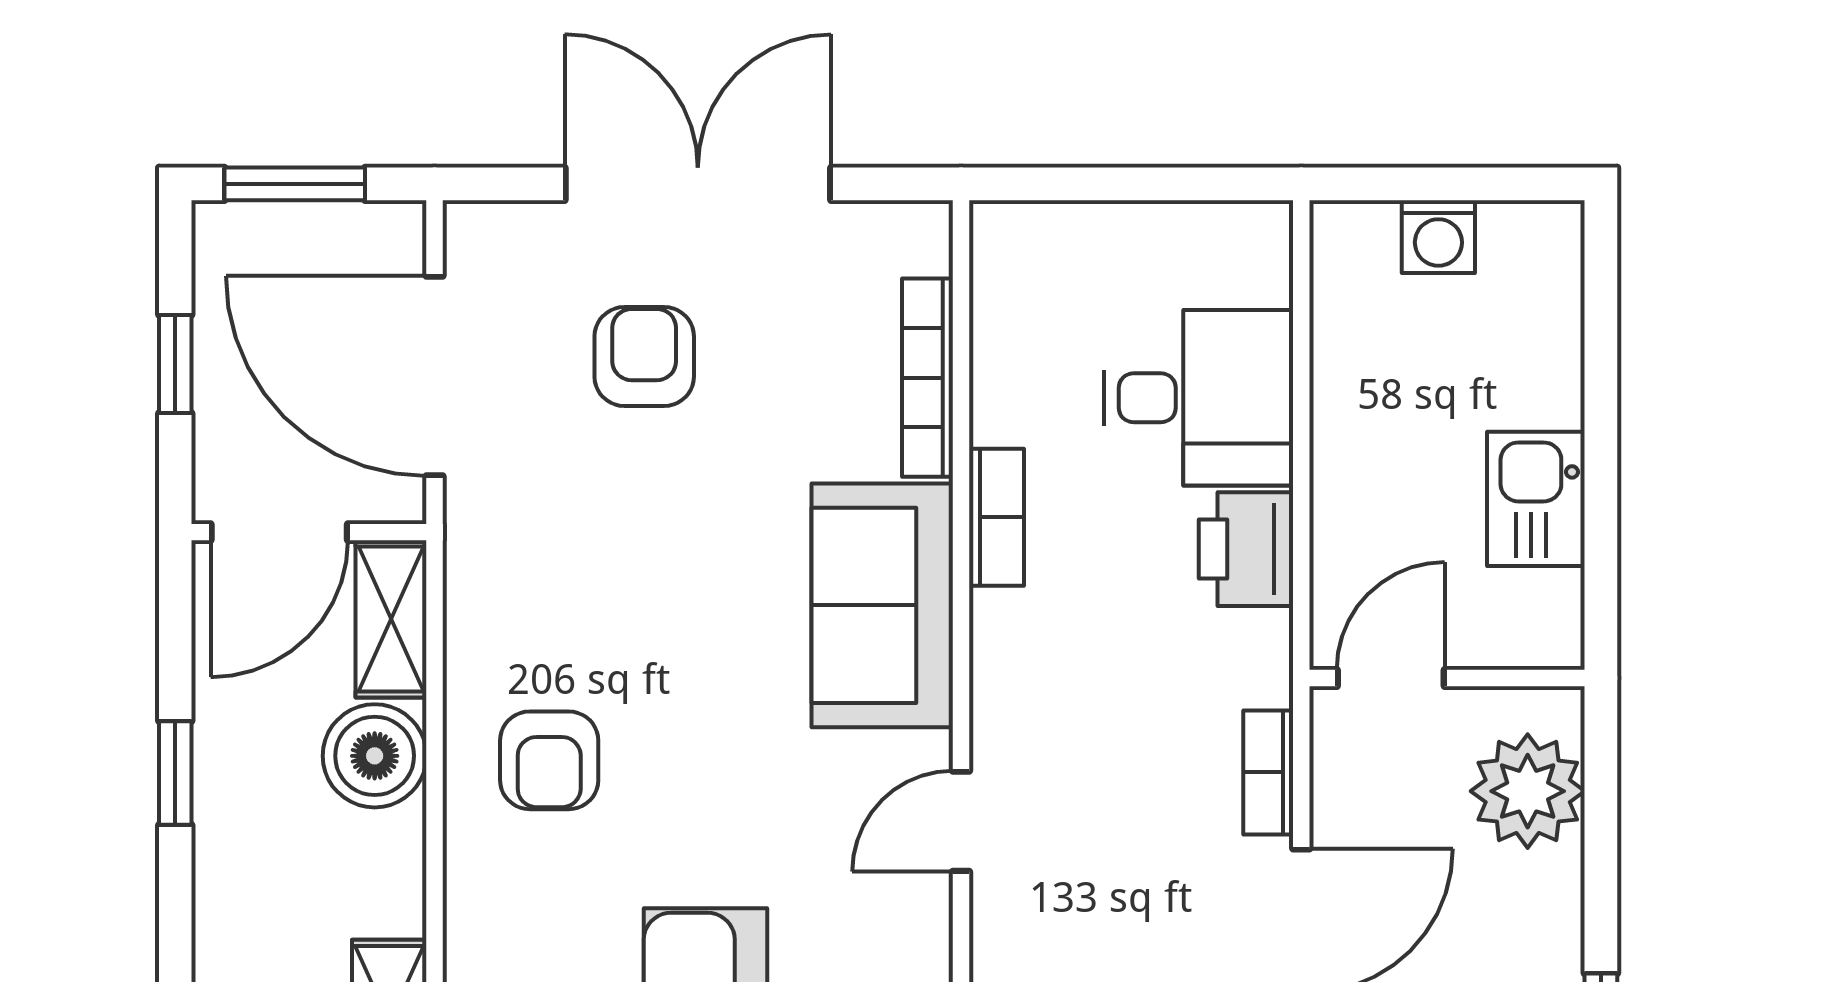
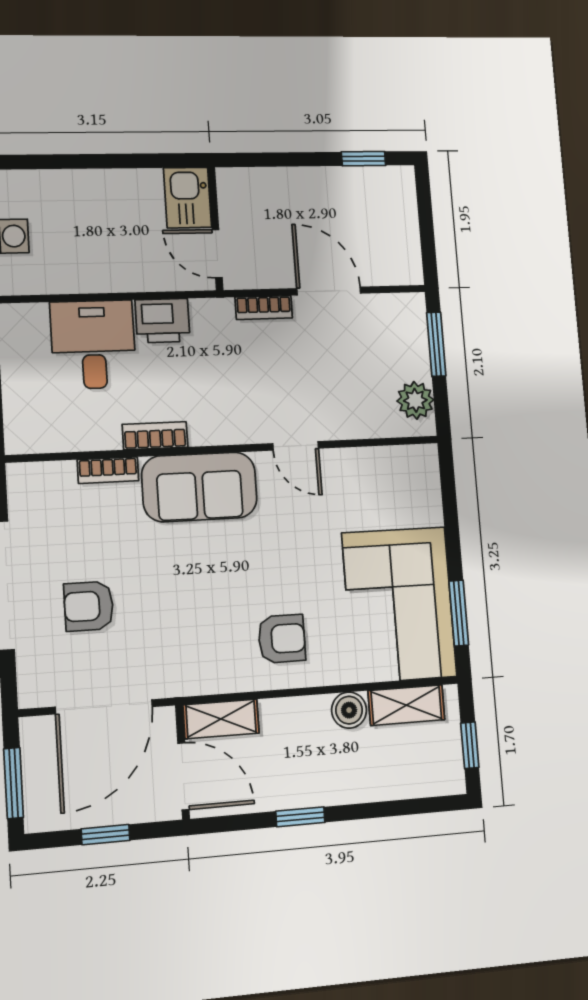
bookcase: (927, 378) -> (108, 470), width x0.64
kitchen sink: (1536, 499) -> (188, 198), moved, turned 90
boiler: (375, 756) -> (349, 710), moved, width x0.73, depth x0.73
plant: (1528, 791) -> (264, 192), removed

